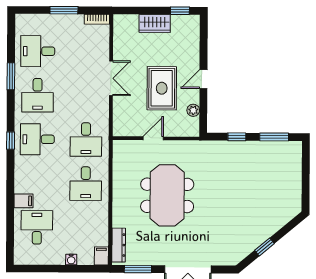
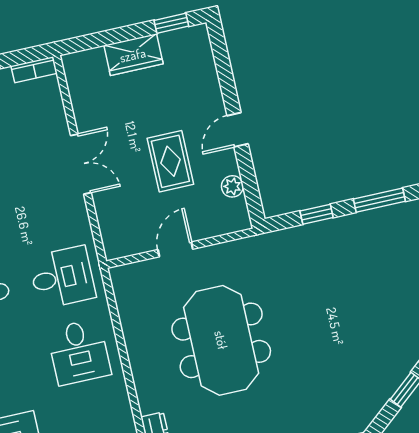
rug: (162, 88) -> (170, 161), width x0.73, depth x0.70
desk: (86, 140) -> (62, 277), turned -90

